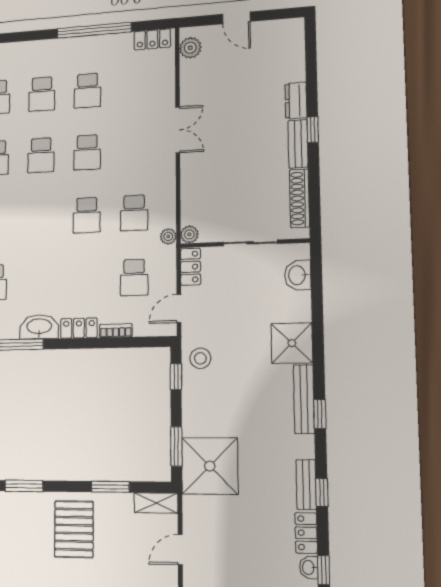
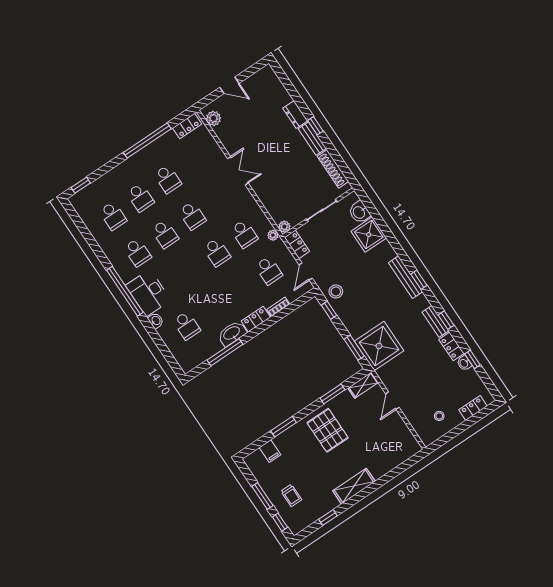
shower: (292, 343) -> (369, 235), moved

